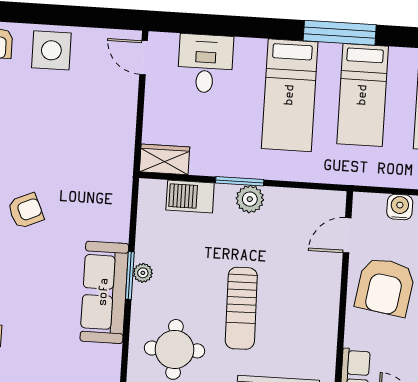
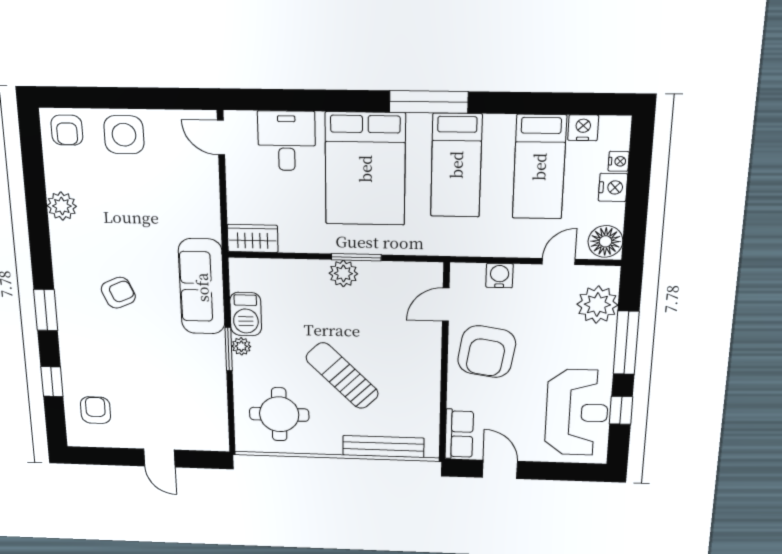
bed: (290, 95) -> (365, 169), width x1.50
window: (240, 181) -> (356, 257), moved
barbecue: (190, 196) -> (246, 314), moved, turned -90
sofa: (104, 292) -> (202, 287), moved
sun lounger: (241, 308) -> (342, 376), turned 136

